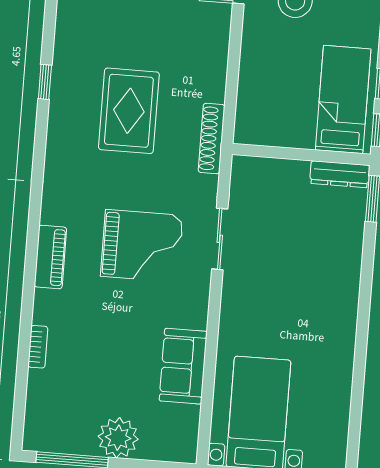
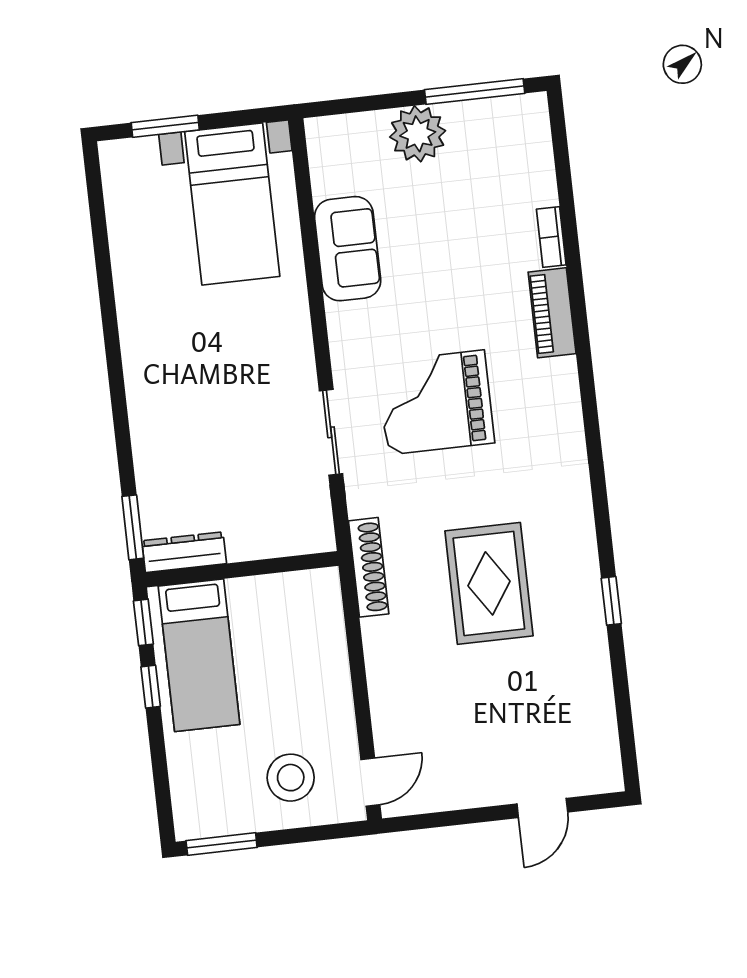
piano: (50, 257) -> (552, 313), moved

